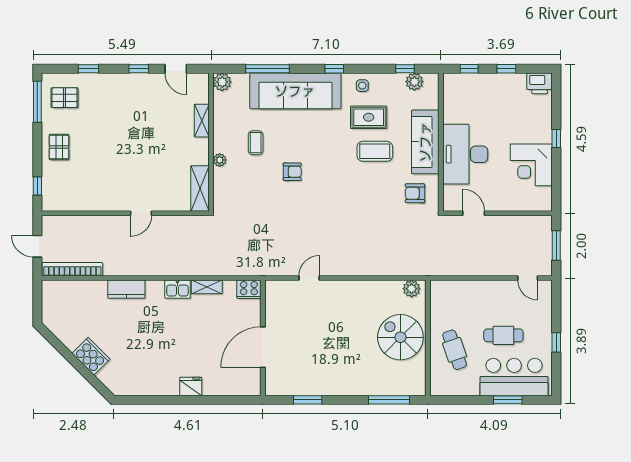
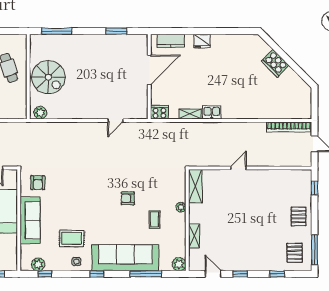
pallet: (65, 98) -> (295, 253), turned 90
coffee table: (375, 151) -> (67, 213), removed
armchair: (415, 193) -> (38, 183), turned 90
kitchen counter: (126, 289) -> (171, 41), moved, turned 180

